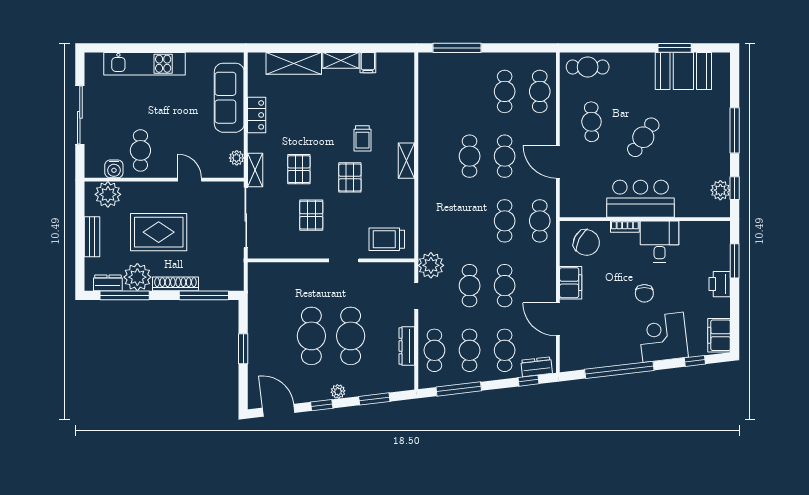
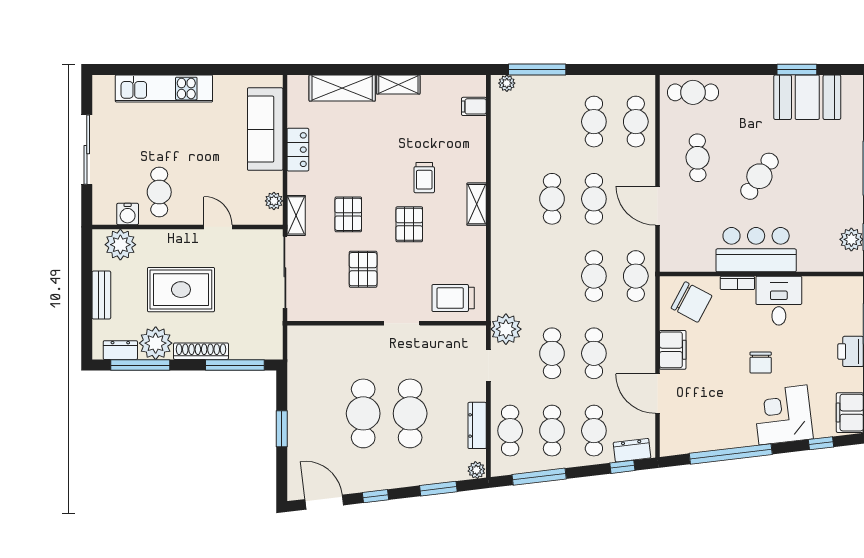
plant: (432, 59) -> (507, 83), added
filing cabinet: (368, 63) -> (474, 106), moved, turned 90
plant: (338, 391) -> (476, 470), moved

